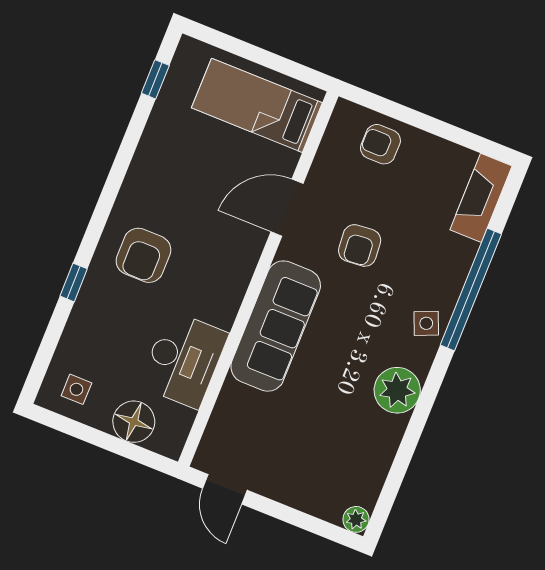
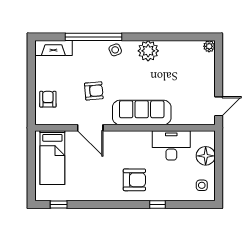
armchair: (380, 144) -> (48, 99), turned 180

